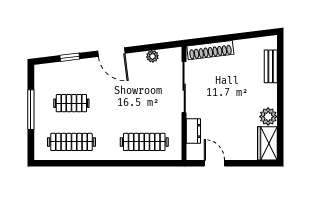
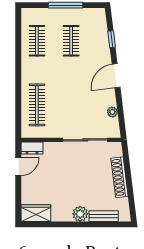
shoe rack: (210, 50) -> (119, 177), moved
plant: (268, 117) -> (80, 214), moved
dresser: (193, 131) -> (32, 148), moved
clothes rail: (71, 142) -> (37, 41), width x0.73

